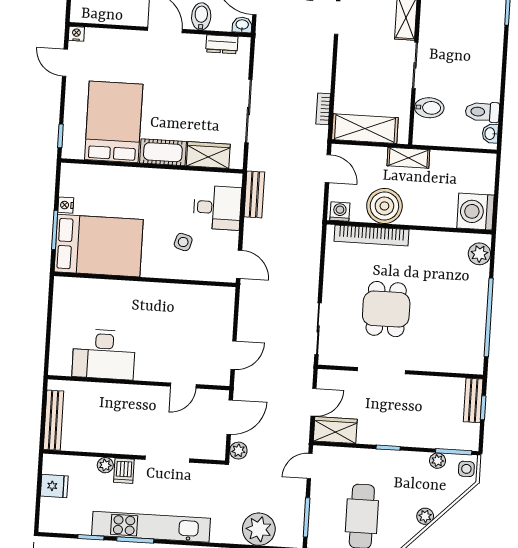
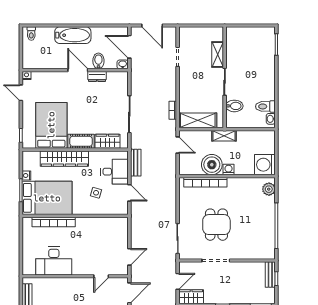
dresser: (222, 44) -> (97, 76), moved
wardrobe: (133, 180) -> (64, 159), added
washing machine: (340, 212) -> (229, 169), moved
door: (239, 264) -> (129, 193), moved
bookcase: (108, 288) -> (54, 222), added

